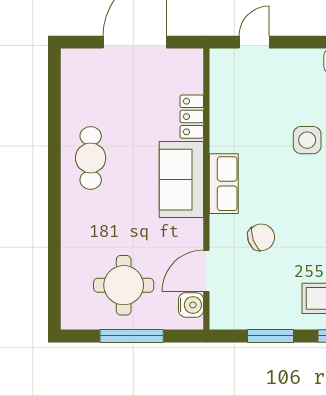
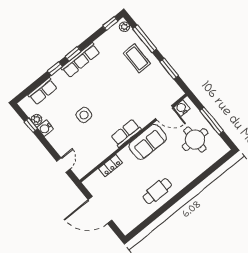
door: (254, 42) -> (63, 165), swing flipped
sofa: (181, 180) -> (148, 142), moved
chair: (261, 237) -> (135, 102), removed

